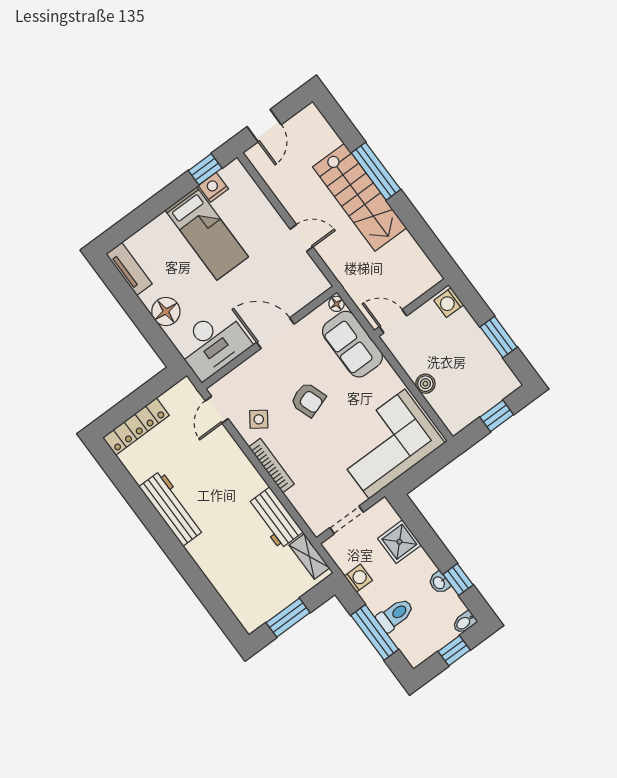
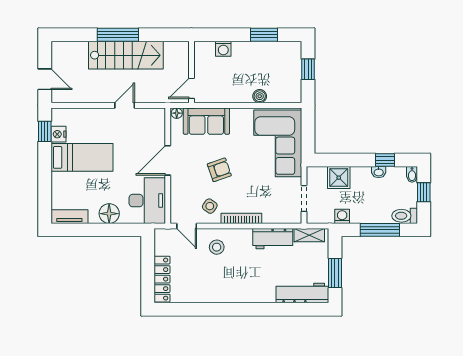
wall: (411, 308) -> (191, 72), moved
door: (393, 321) -> (191, 88), moved
stool: (218, 462) -> (217, 247), added
workbench: (172, 508) -> (302, 293), moved
toilet: (395, 615) -> (405, 216), moved, turned -90

